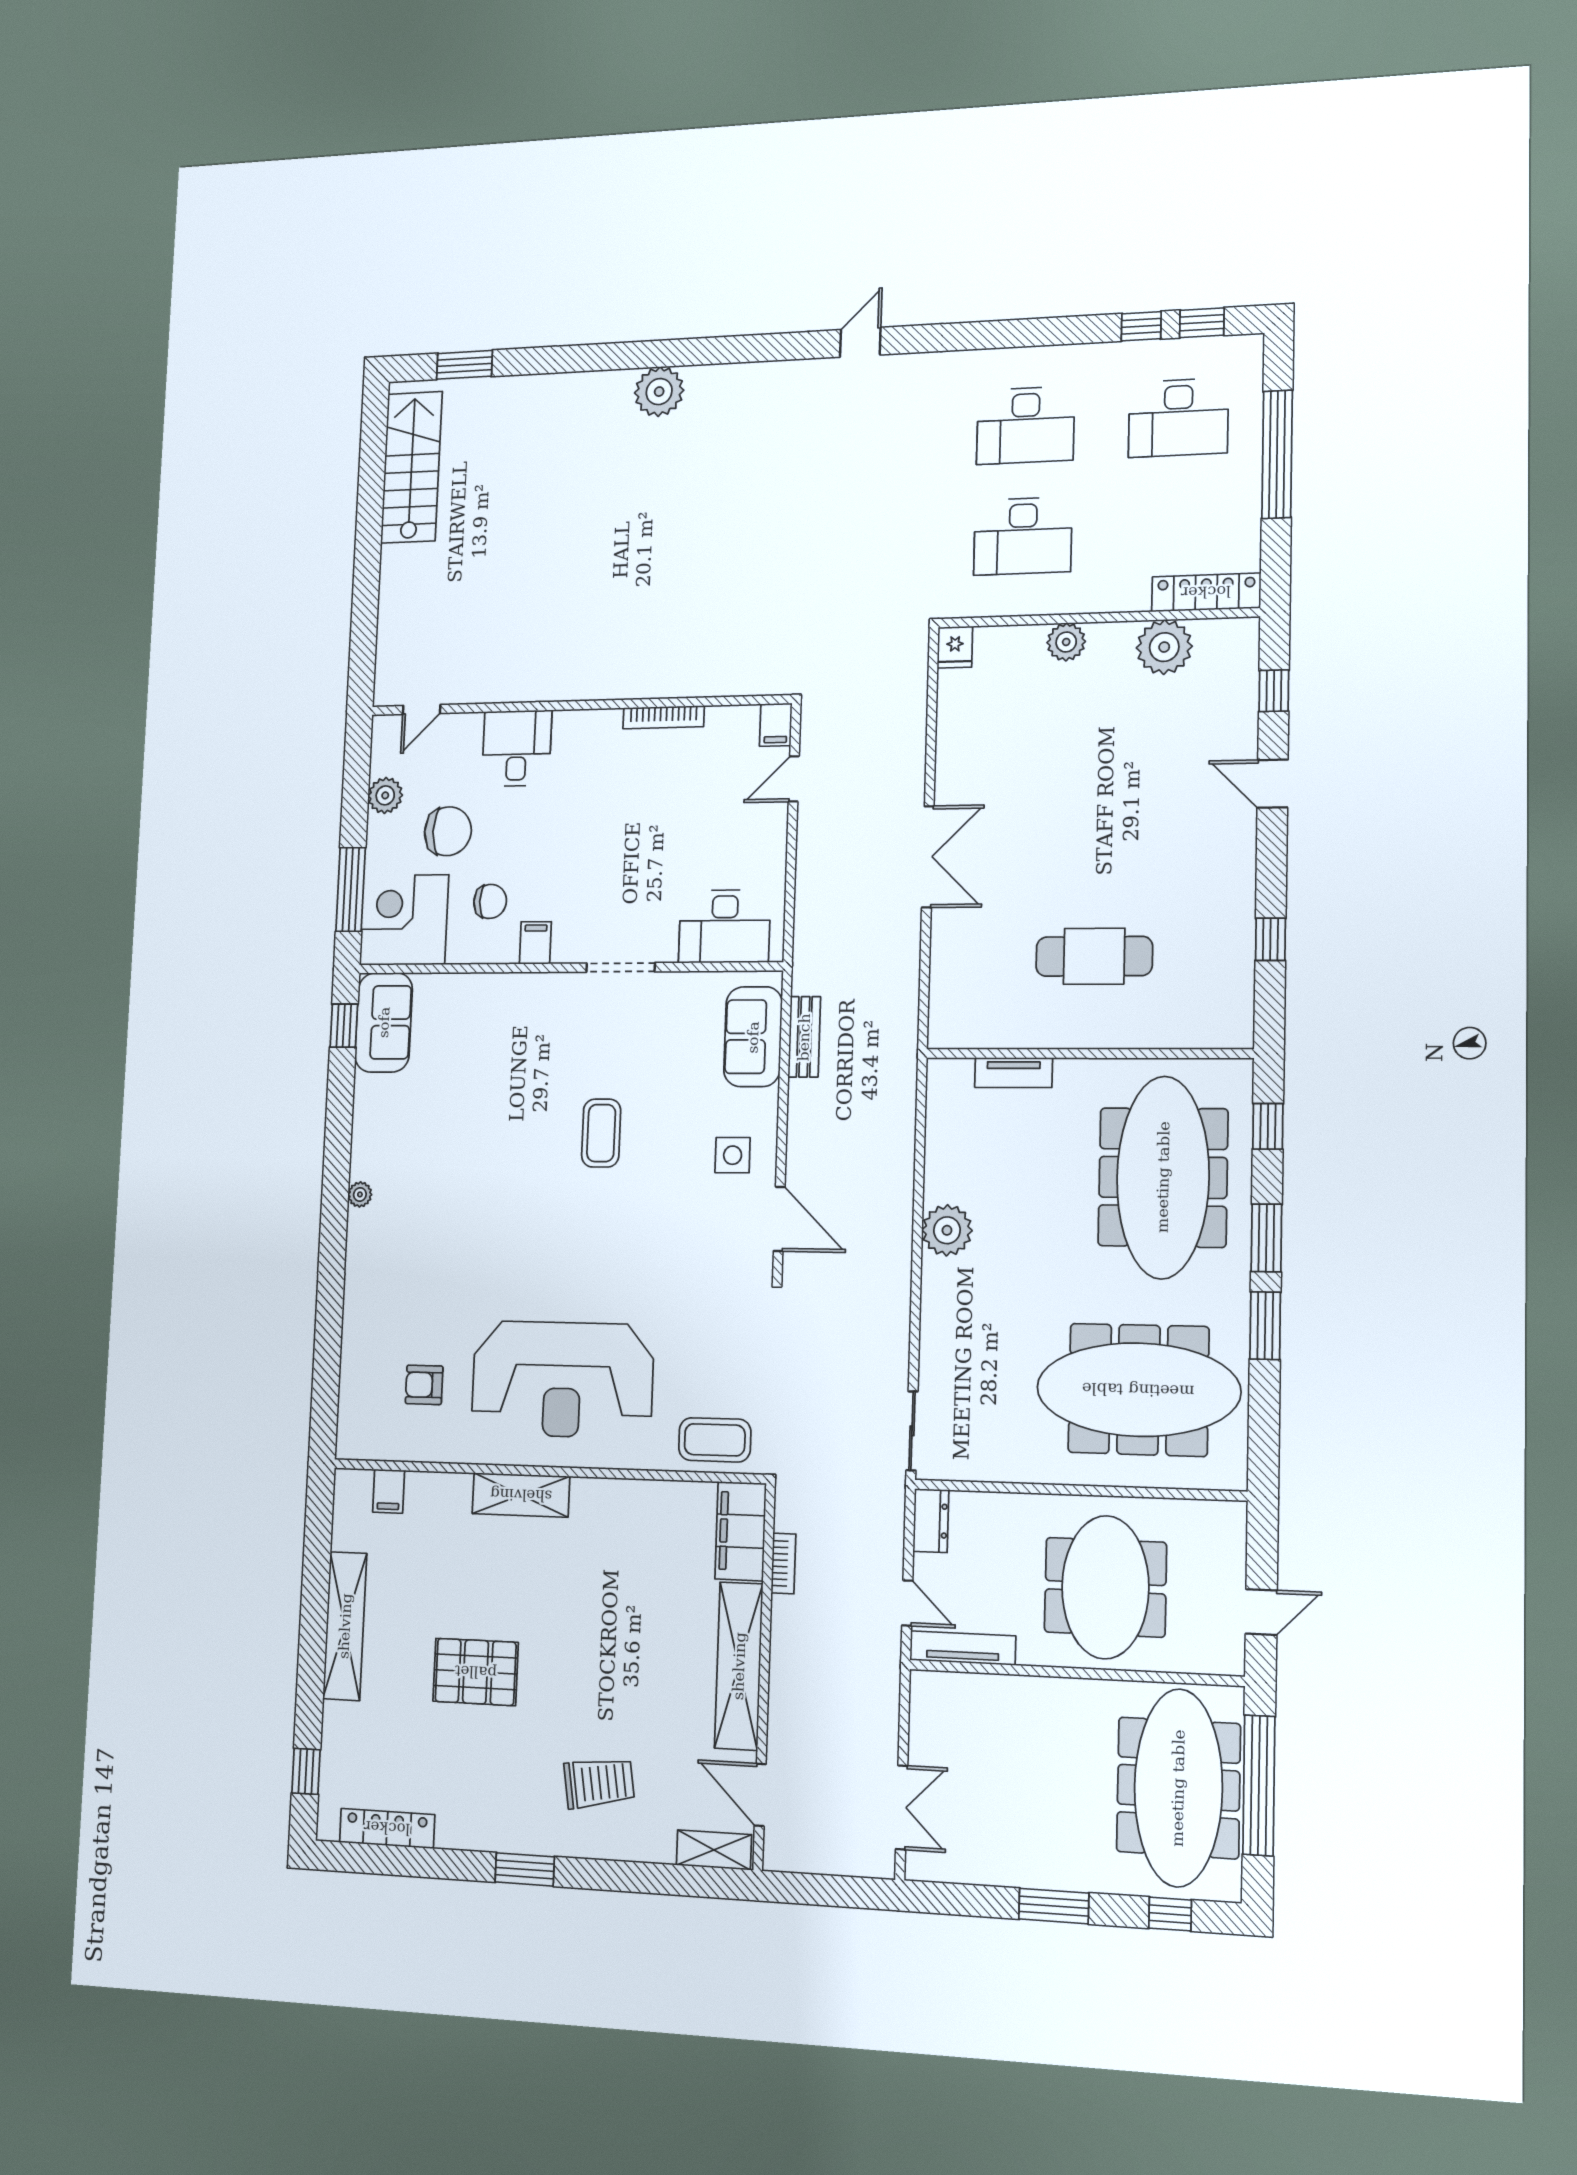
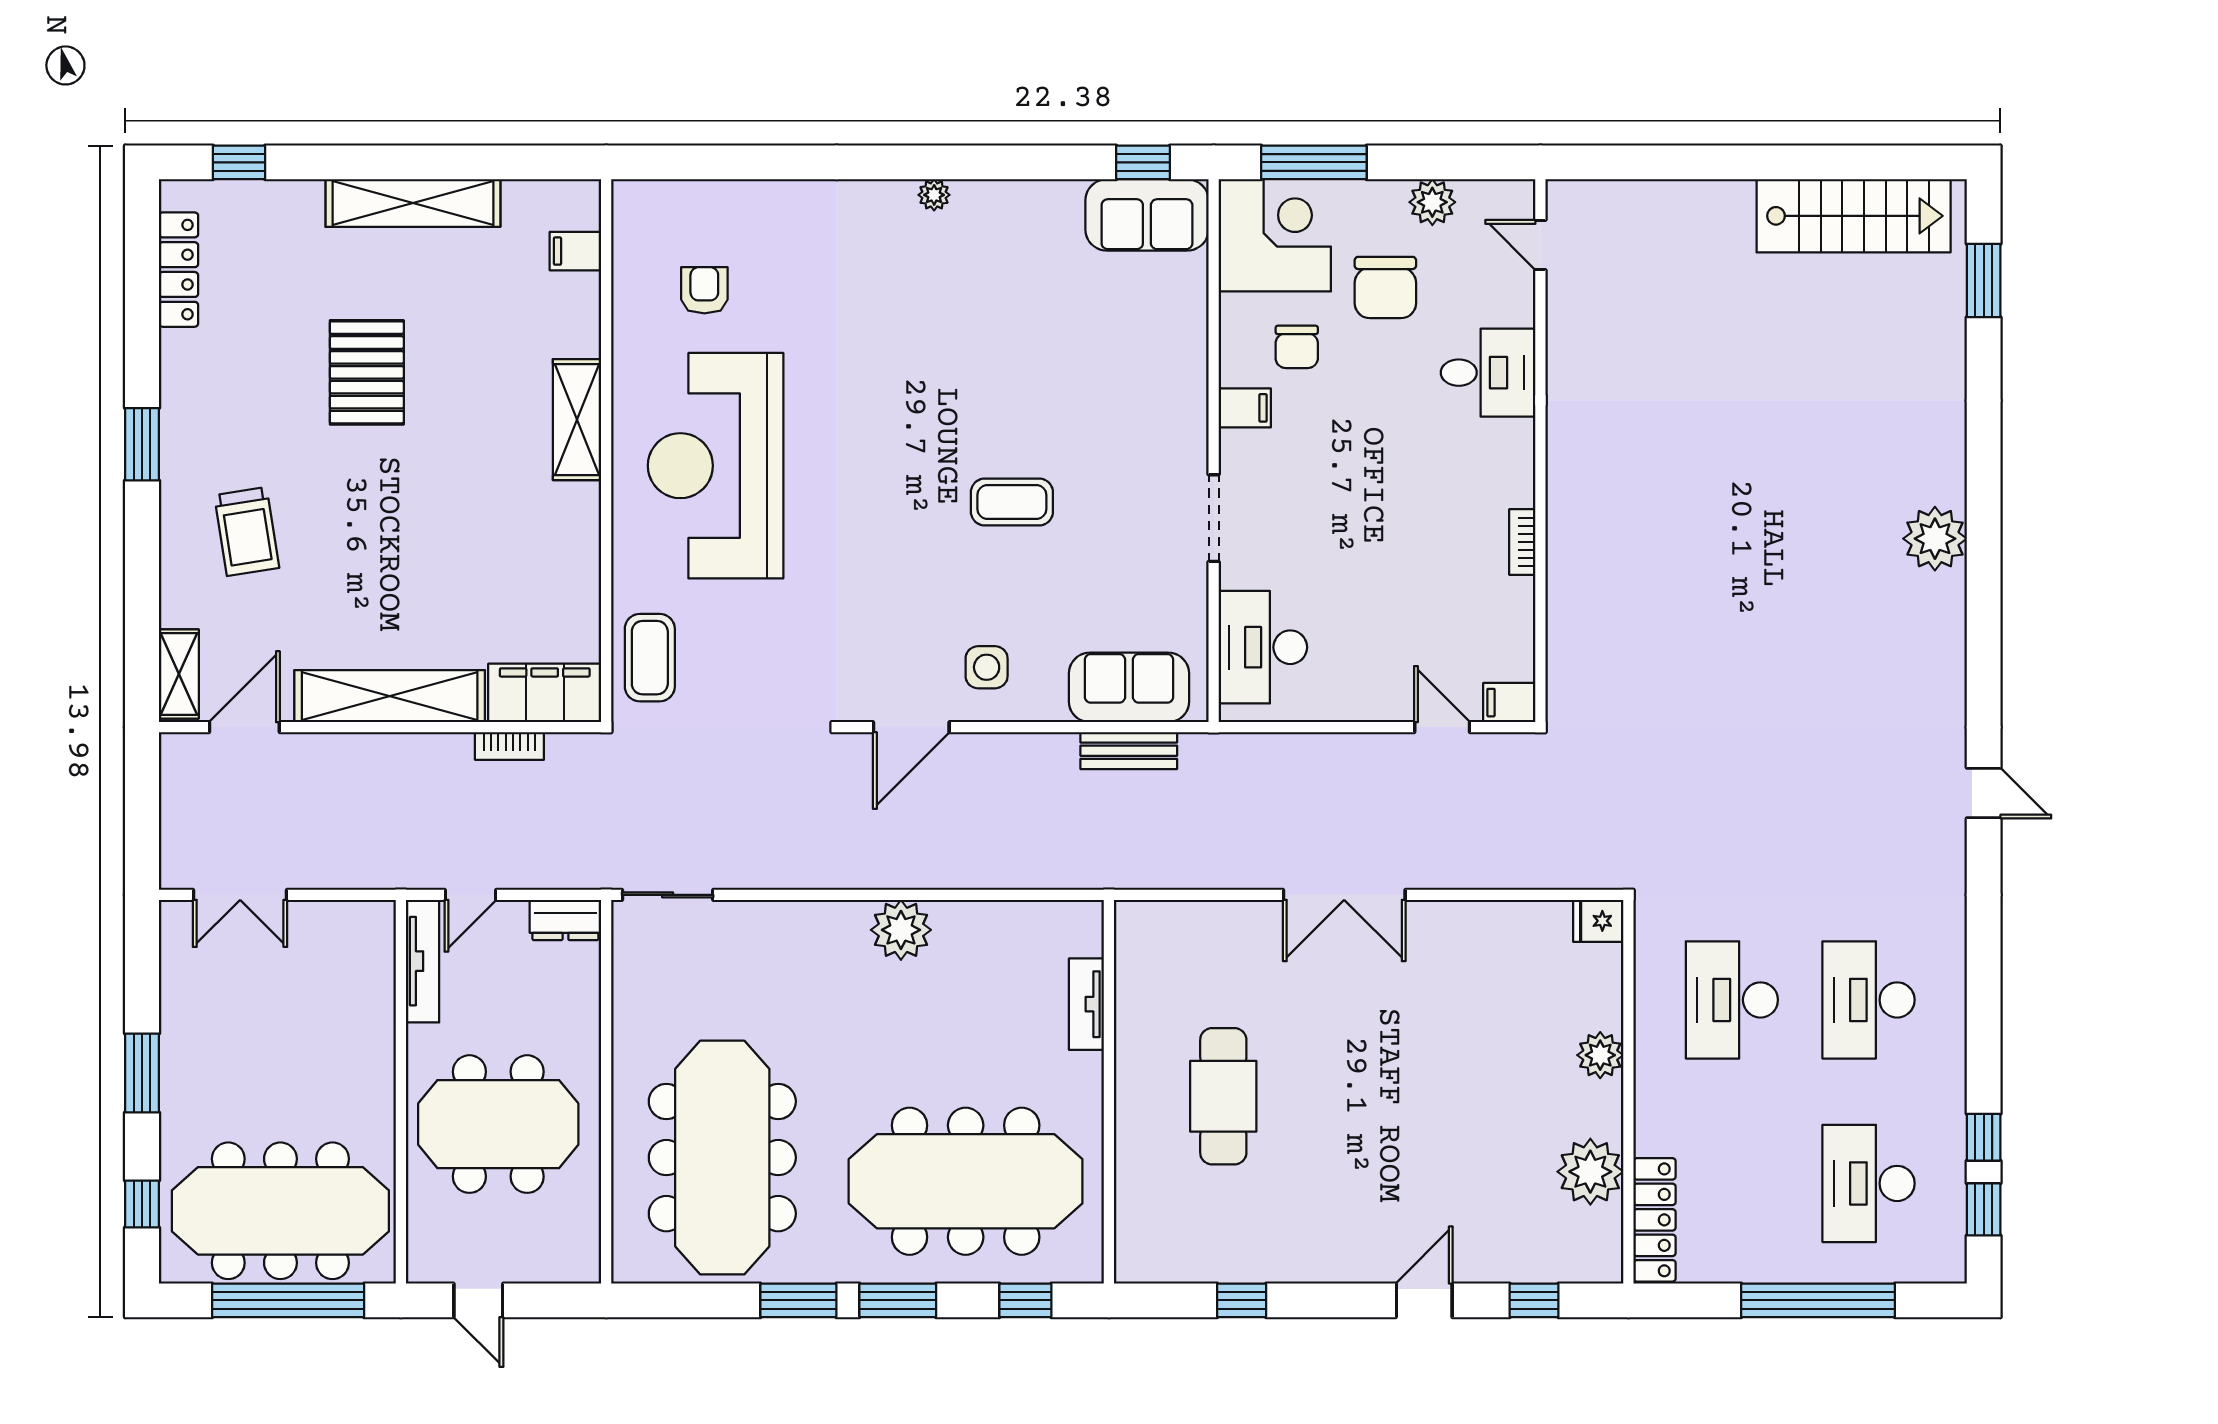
bookcase: (664, 717) -> (1522, 542), width x0.64

